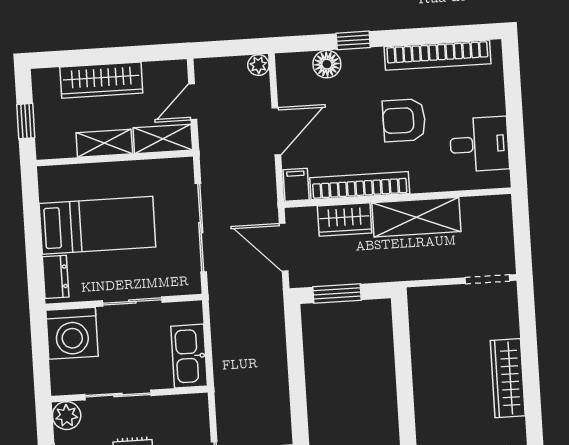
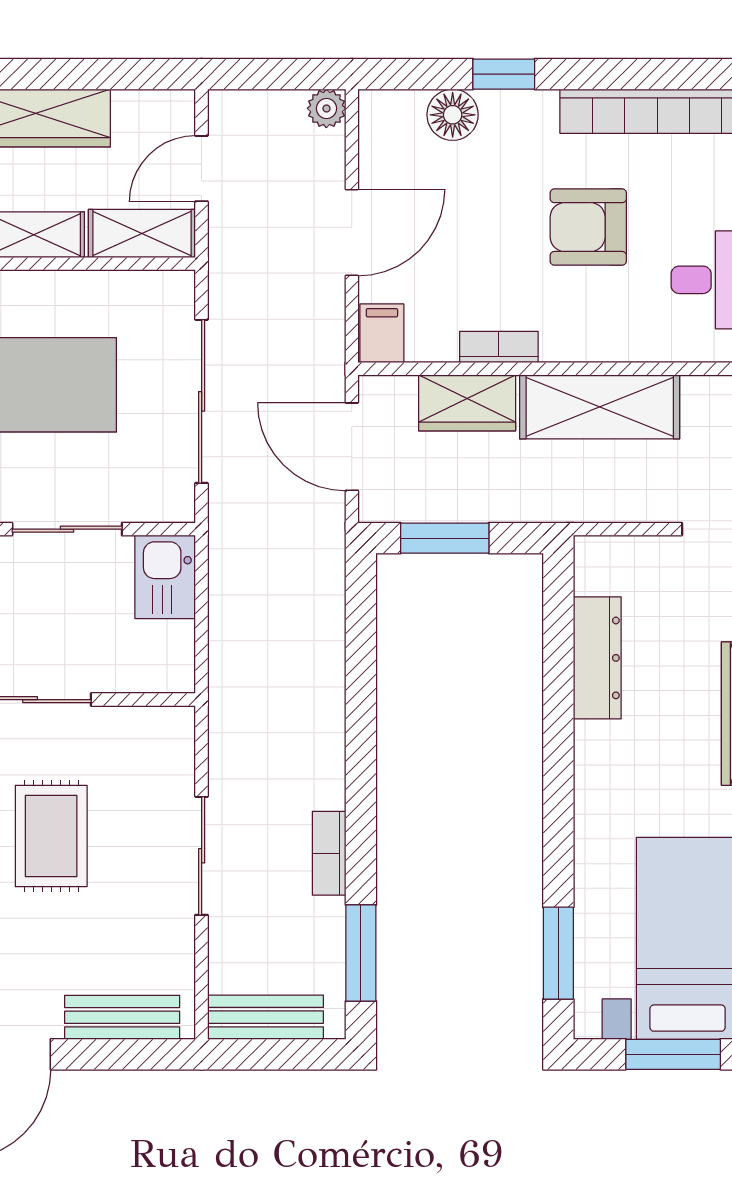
bookcase: (360, 186) -> (499, 347), width x0.43, depth x0.76
dresser: (424, 353) -> (597, 658), added
kitchen sink: (189, 356) -> (165, 577), moved, width x0.73

